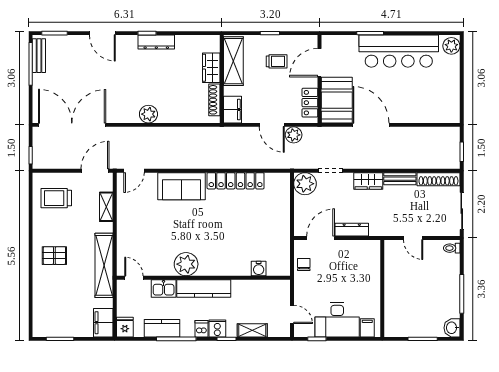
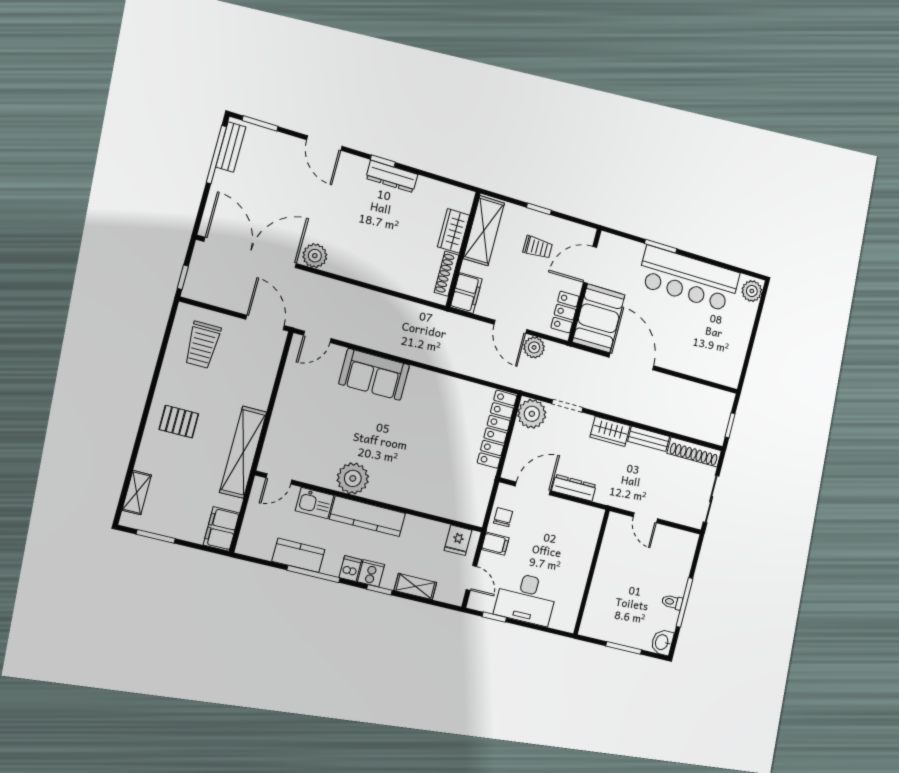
plant: (148, 114) -> (315, 256), moved
door: (95, 171) -> (265, 322), hinge flipped
locker: (236, 181) -> (497, 429), moved, turned 90
trolley: (56, 198) -> (202, 345), turned -90
shelving: (106, 207) -> (137, 493), moved
toilet: (452, 248) -> (672, 602), moved
water cooler: (259, 269) -> (445, 508), removed
door: (134, 278) -> (279, 479), swing flipped
fridge: (125, 327) -> (458, 540), moved, turned 180
filing cabinet: (367, 328) -> (495, 544), moved, turned 90

